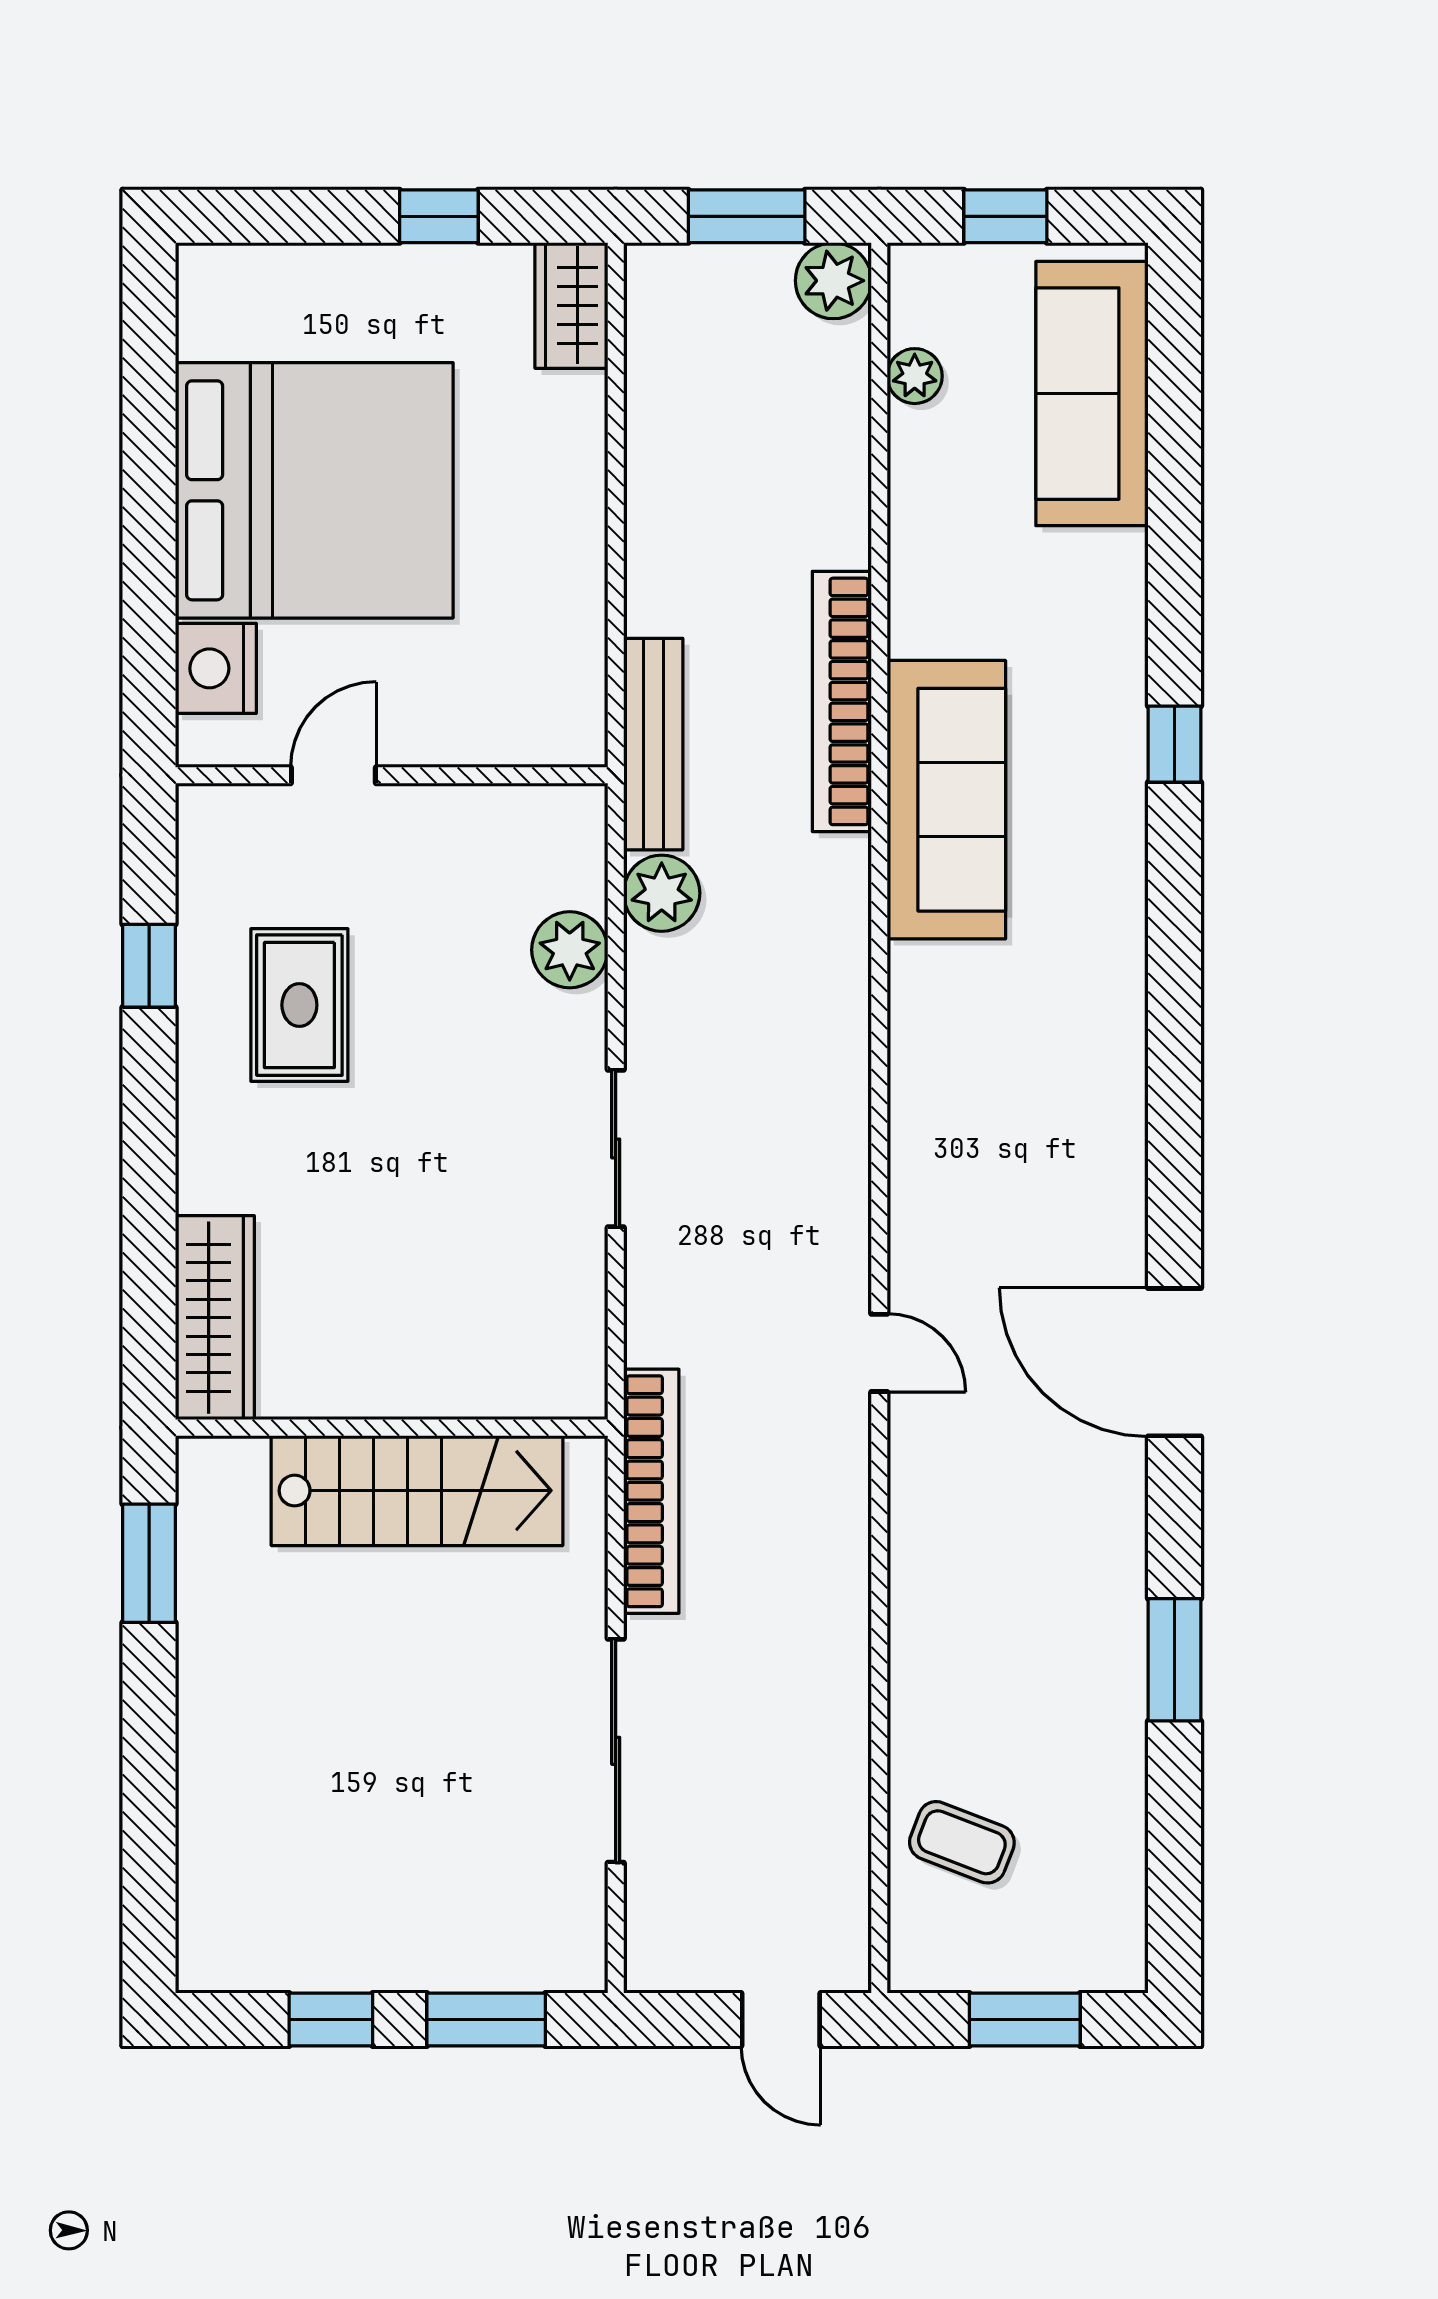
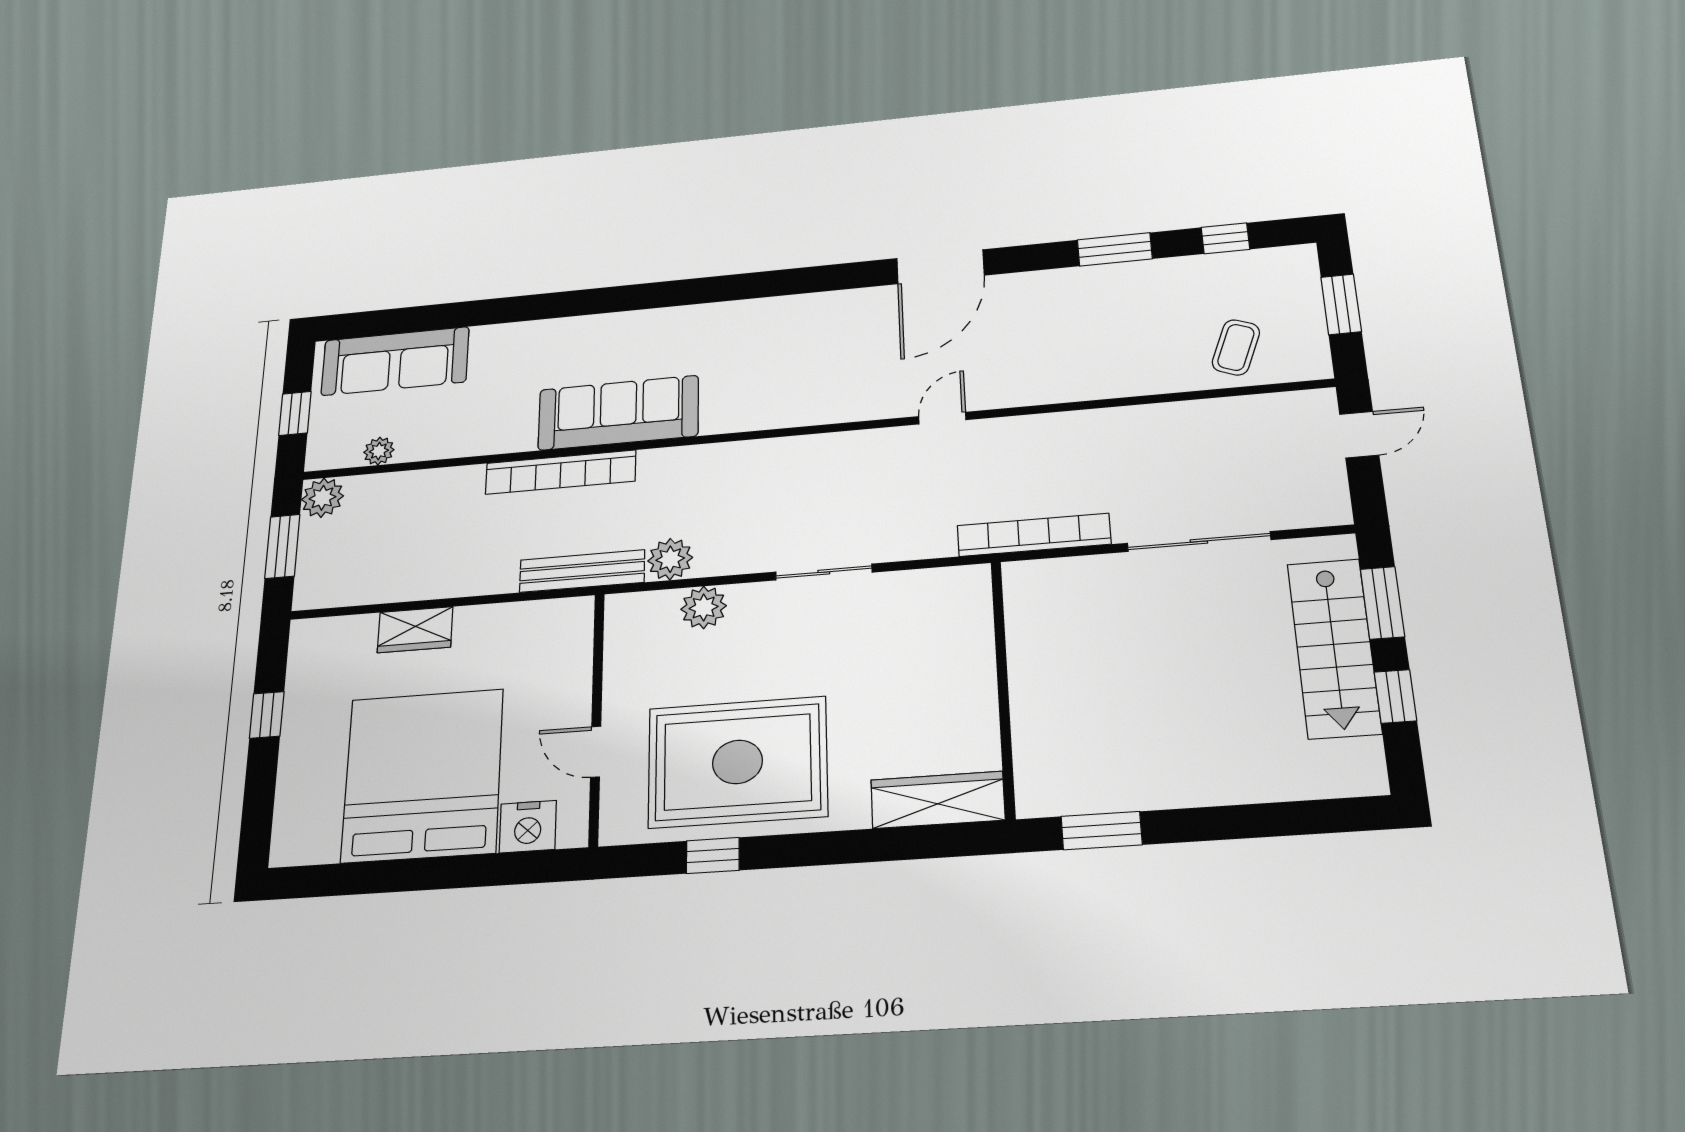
wardrobe: (571, 305) -> (415, 630), moved
window: (1175, 744) -> (1225, 238), moved
rug: (299, 1005) -> (737, 762), width x1.86, depth x2.06
stairs: (417, 1491) -> (1334, 648), moved, turned 180

